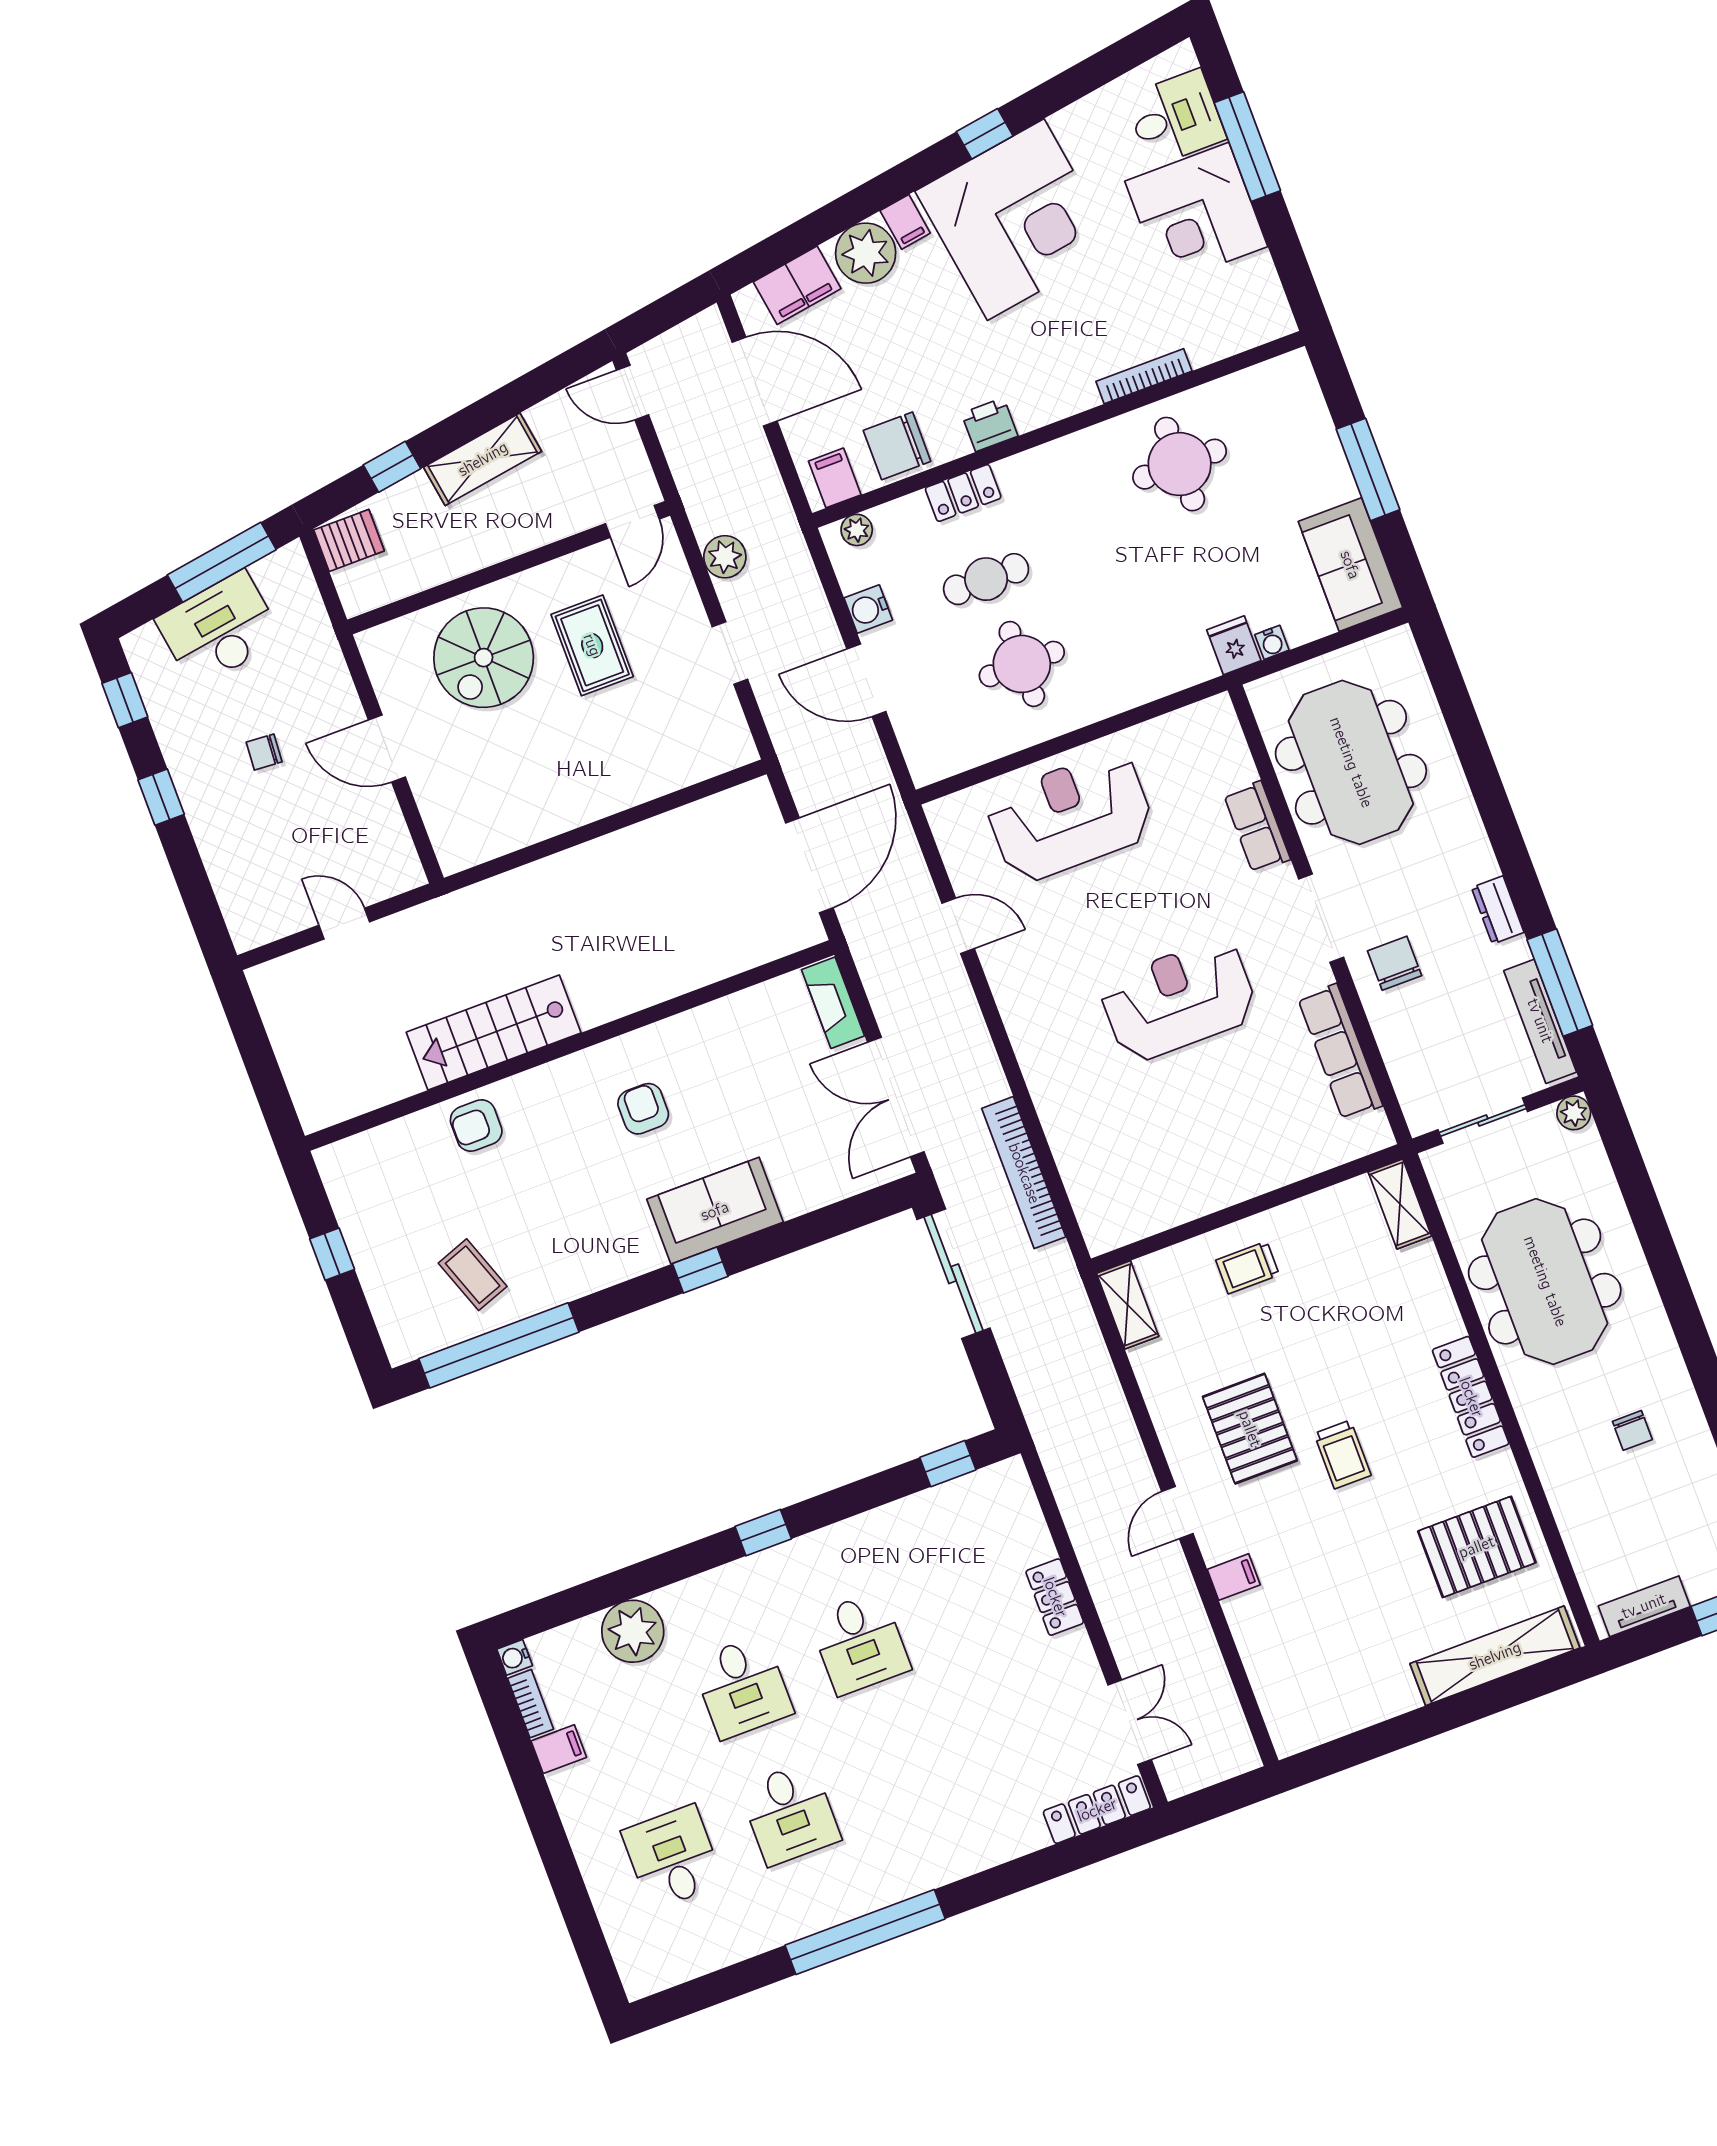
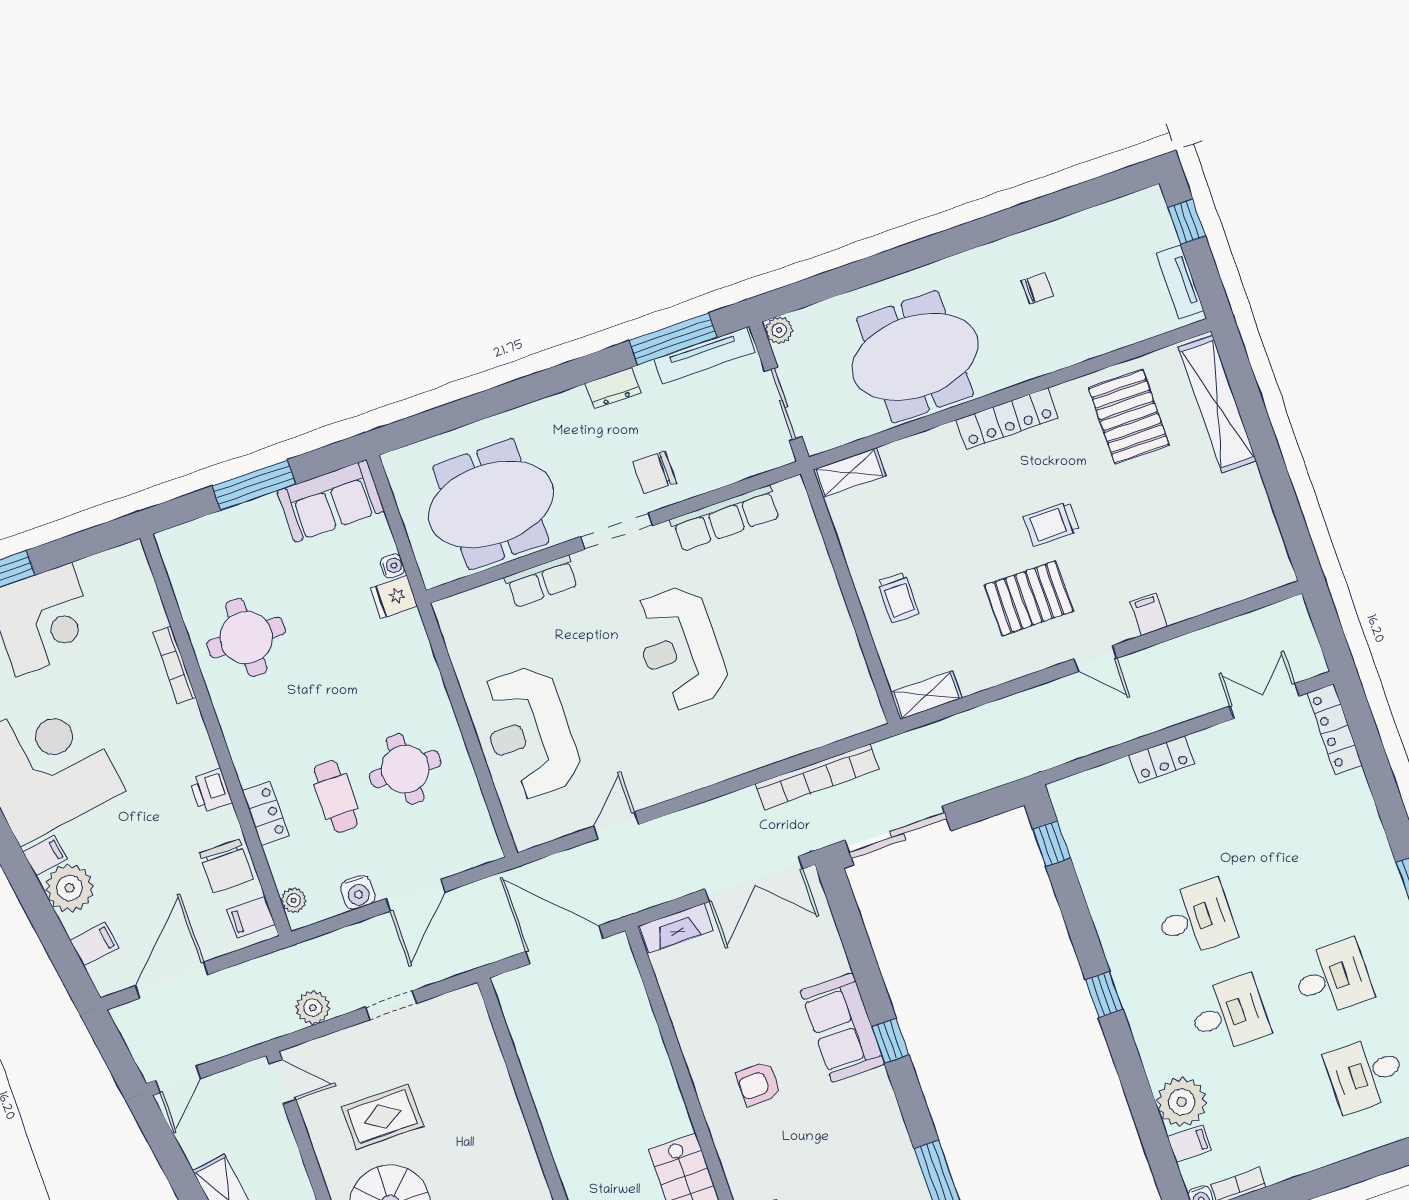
filing cabinet: (797, 285) -> (94, 944), width x0.50
trolley: (1342, 1454) -> (1051, 524), turned 180
filing cabinet: (559, 1749) -> (1189, 1143), moved, turned 90

